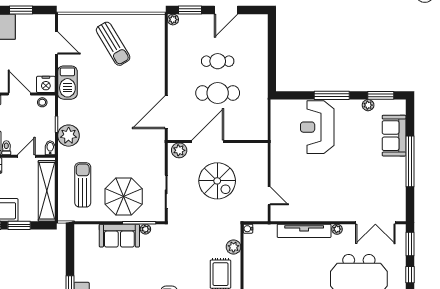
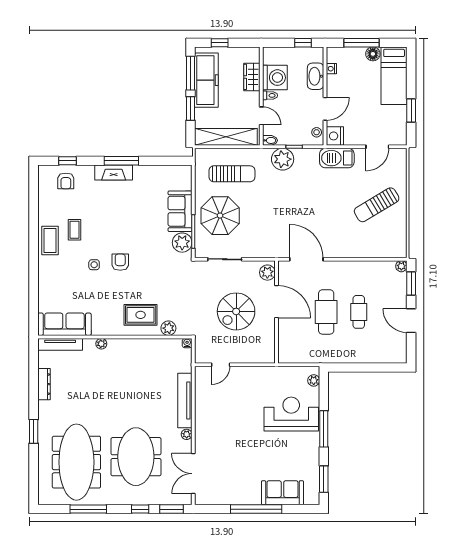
plant: (368, 105) -> (314, 380), moved
plant: (145, 229) -> (182, 243), width x1.87, depth x1.87

